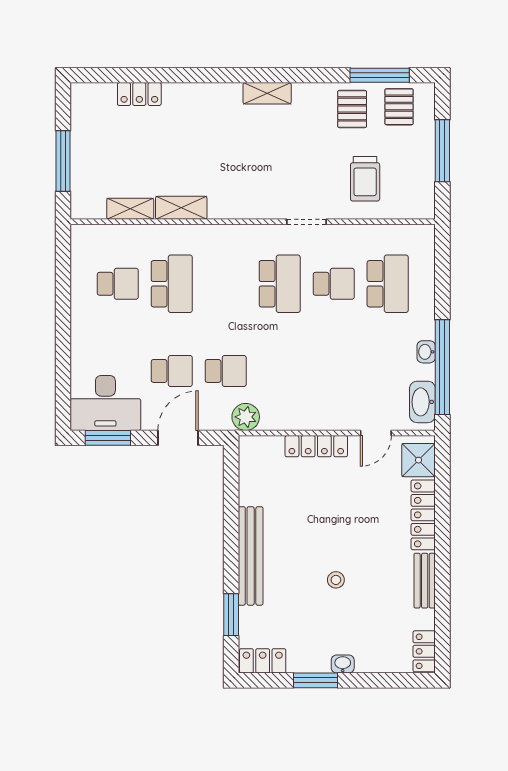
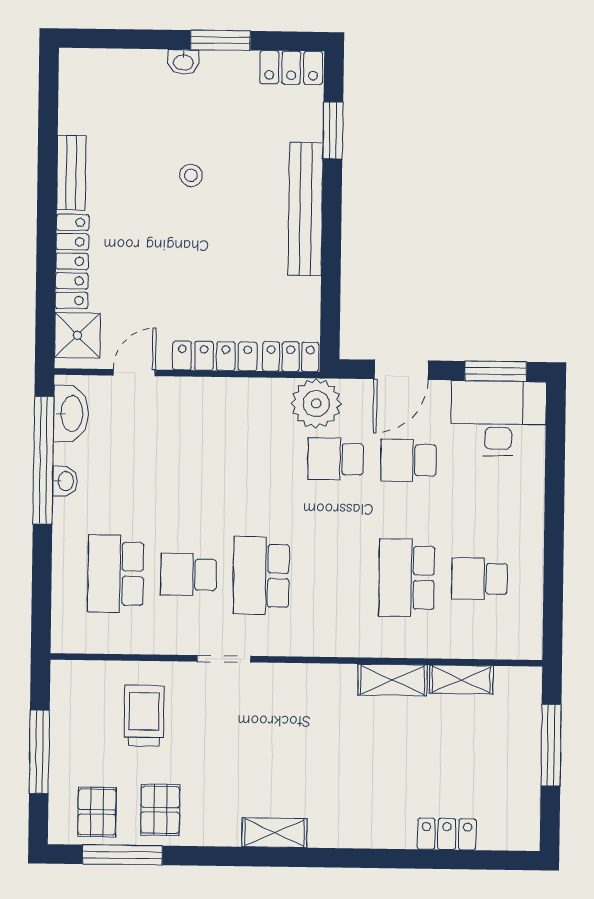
plant: (246, 417) -> (316, 403), width x1.36, depth x1.36
locker: (424, 651) -> (291, 357), moved, turned -90

